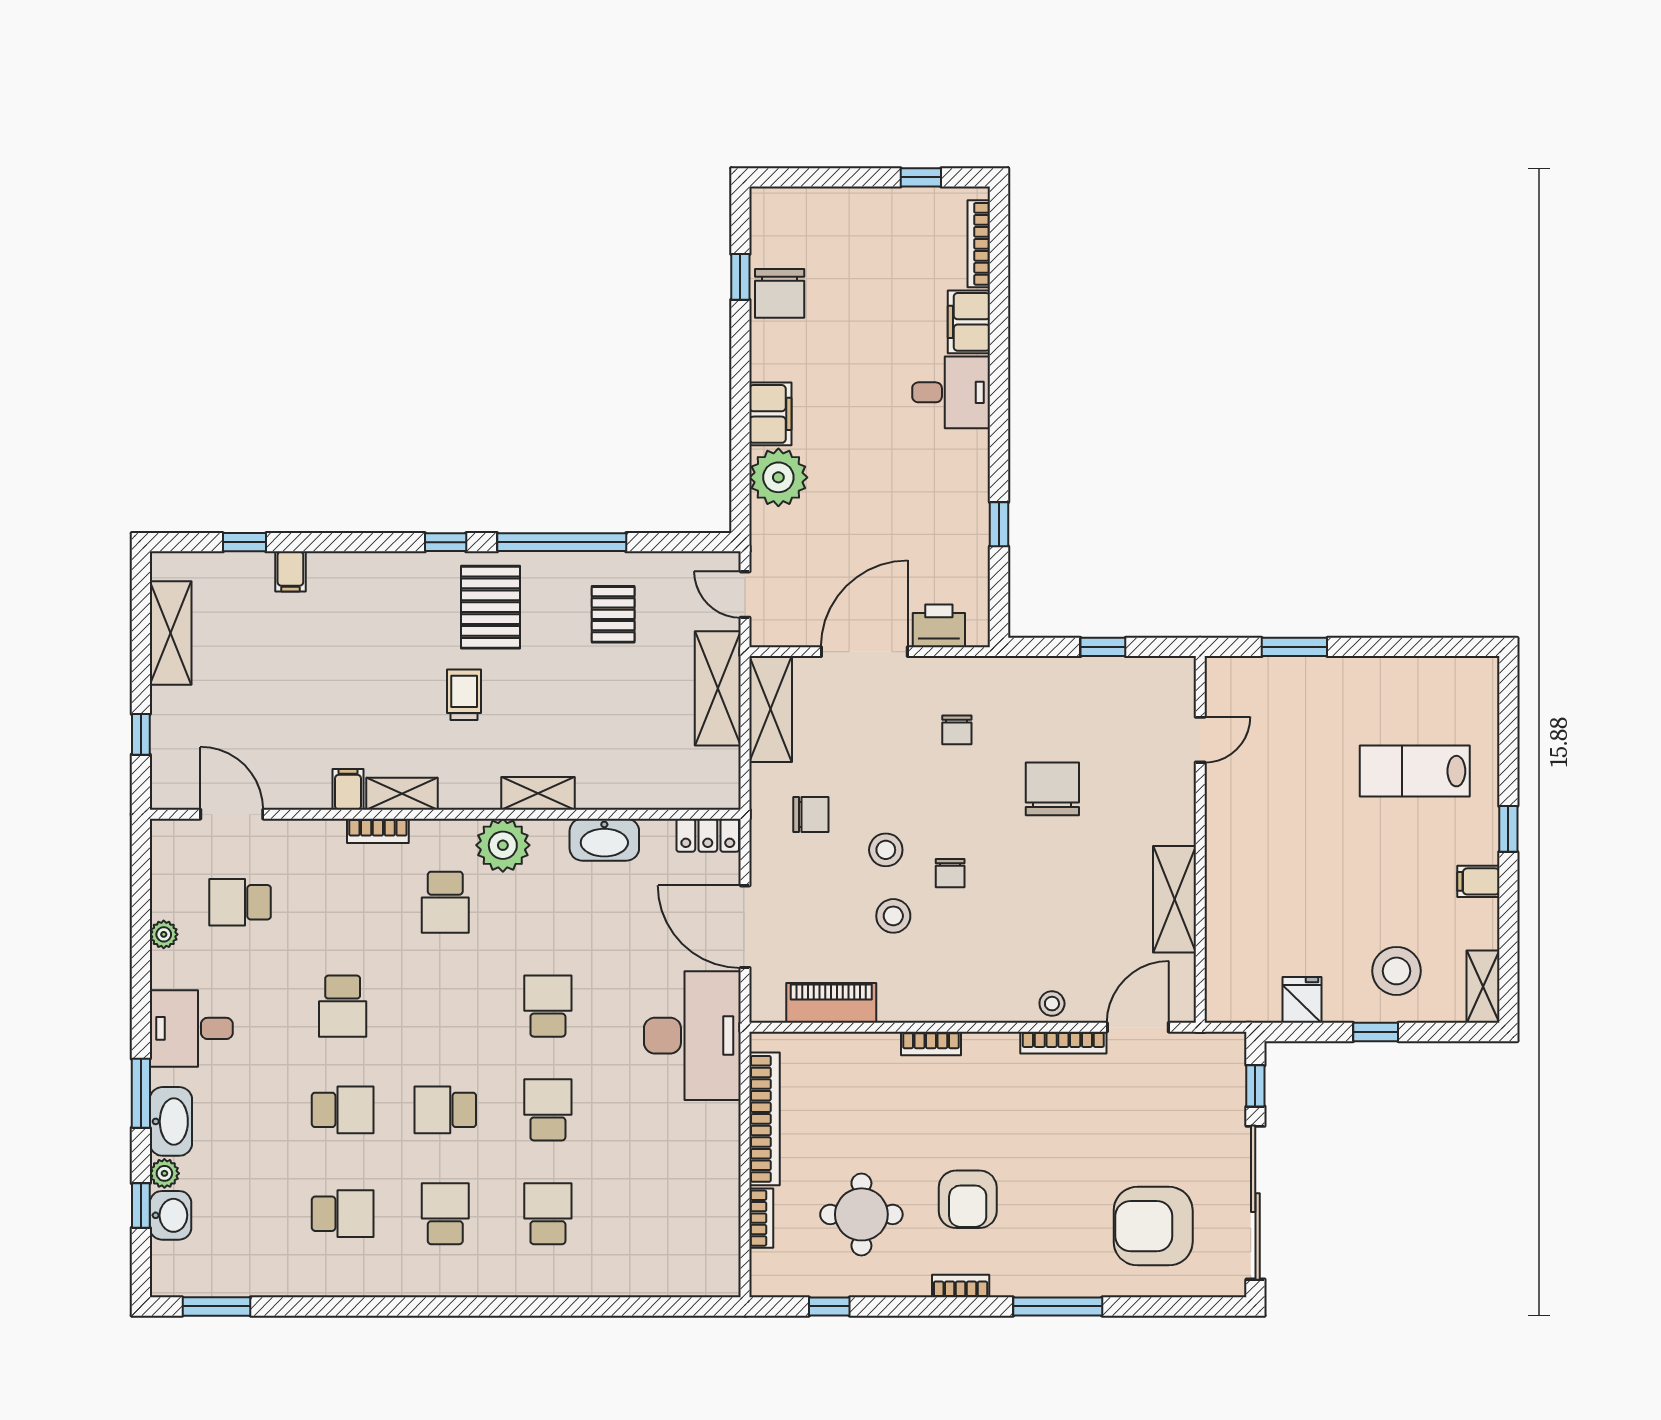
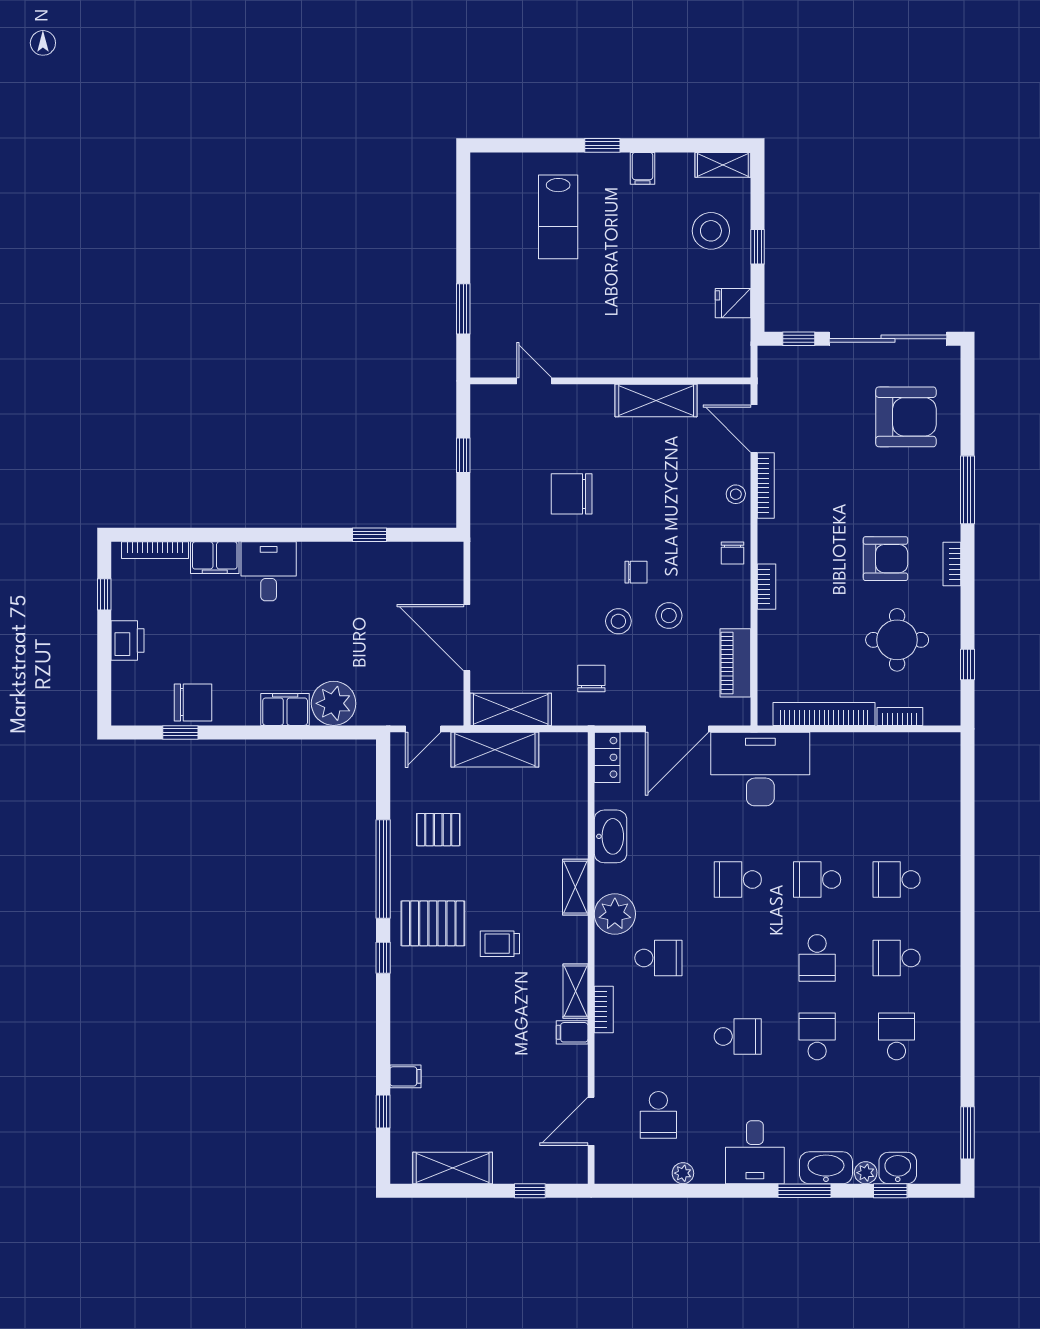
printer: (939, 626) -> (128, 641), moved, turned 180
chair: (957, 730) -> (733, 553), moved, turned 90
armchair: (1153, 1226) -> (906, 417), turned -90

